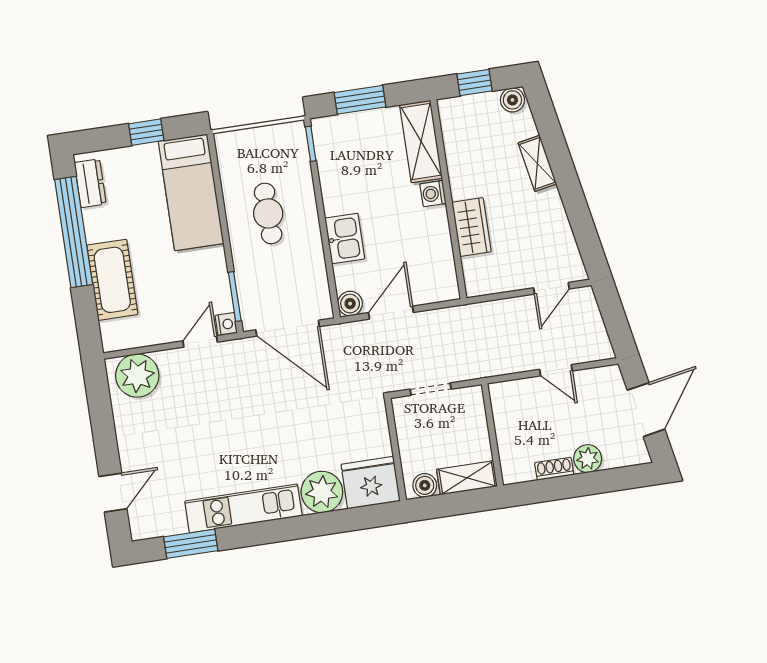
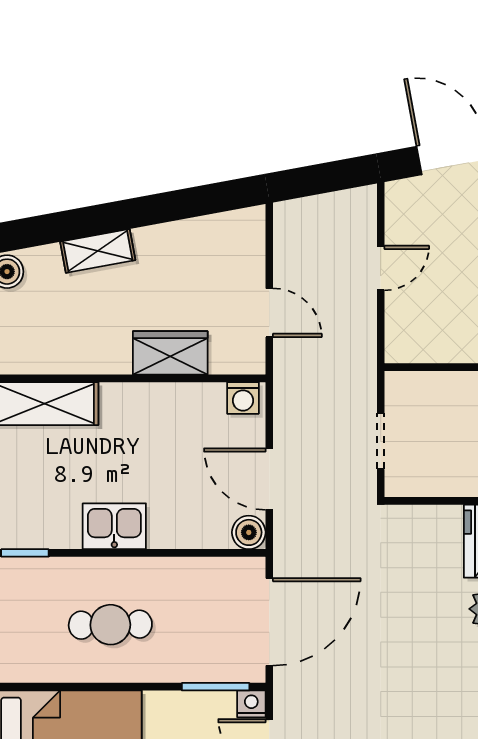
washing machine: (433, 194) -> (243, 398), moved
kitchen sink: (345, 239) -> (114, 526), moved
door: (551, 288) -> (269, 313), moved

